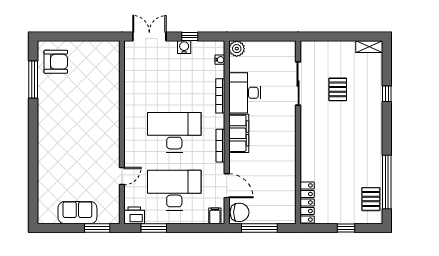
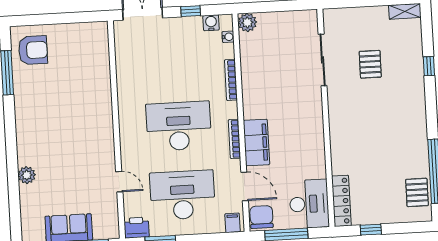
water cooler: (184, 47) -> (211, 23), moved
desk: (245, 93) -> (309, 204), moved, turned 180
filing cabinet: (239, 133) -> (257, 143), moved
plant: (45, 166) -> (27, 175), added
door: (122, 176) -> (119, 182), hinge flipped
chair: (239, 212) -> (261, 217), turned -90
window: (346, 228) -> (371, 230), moved

